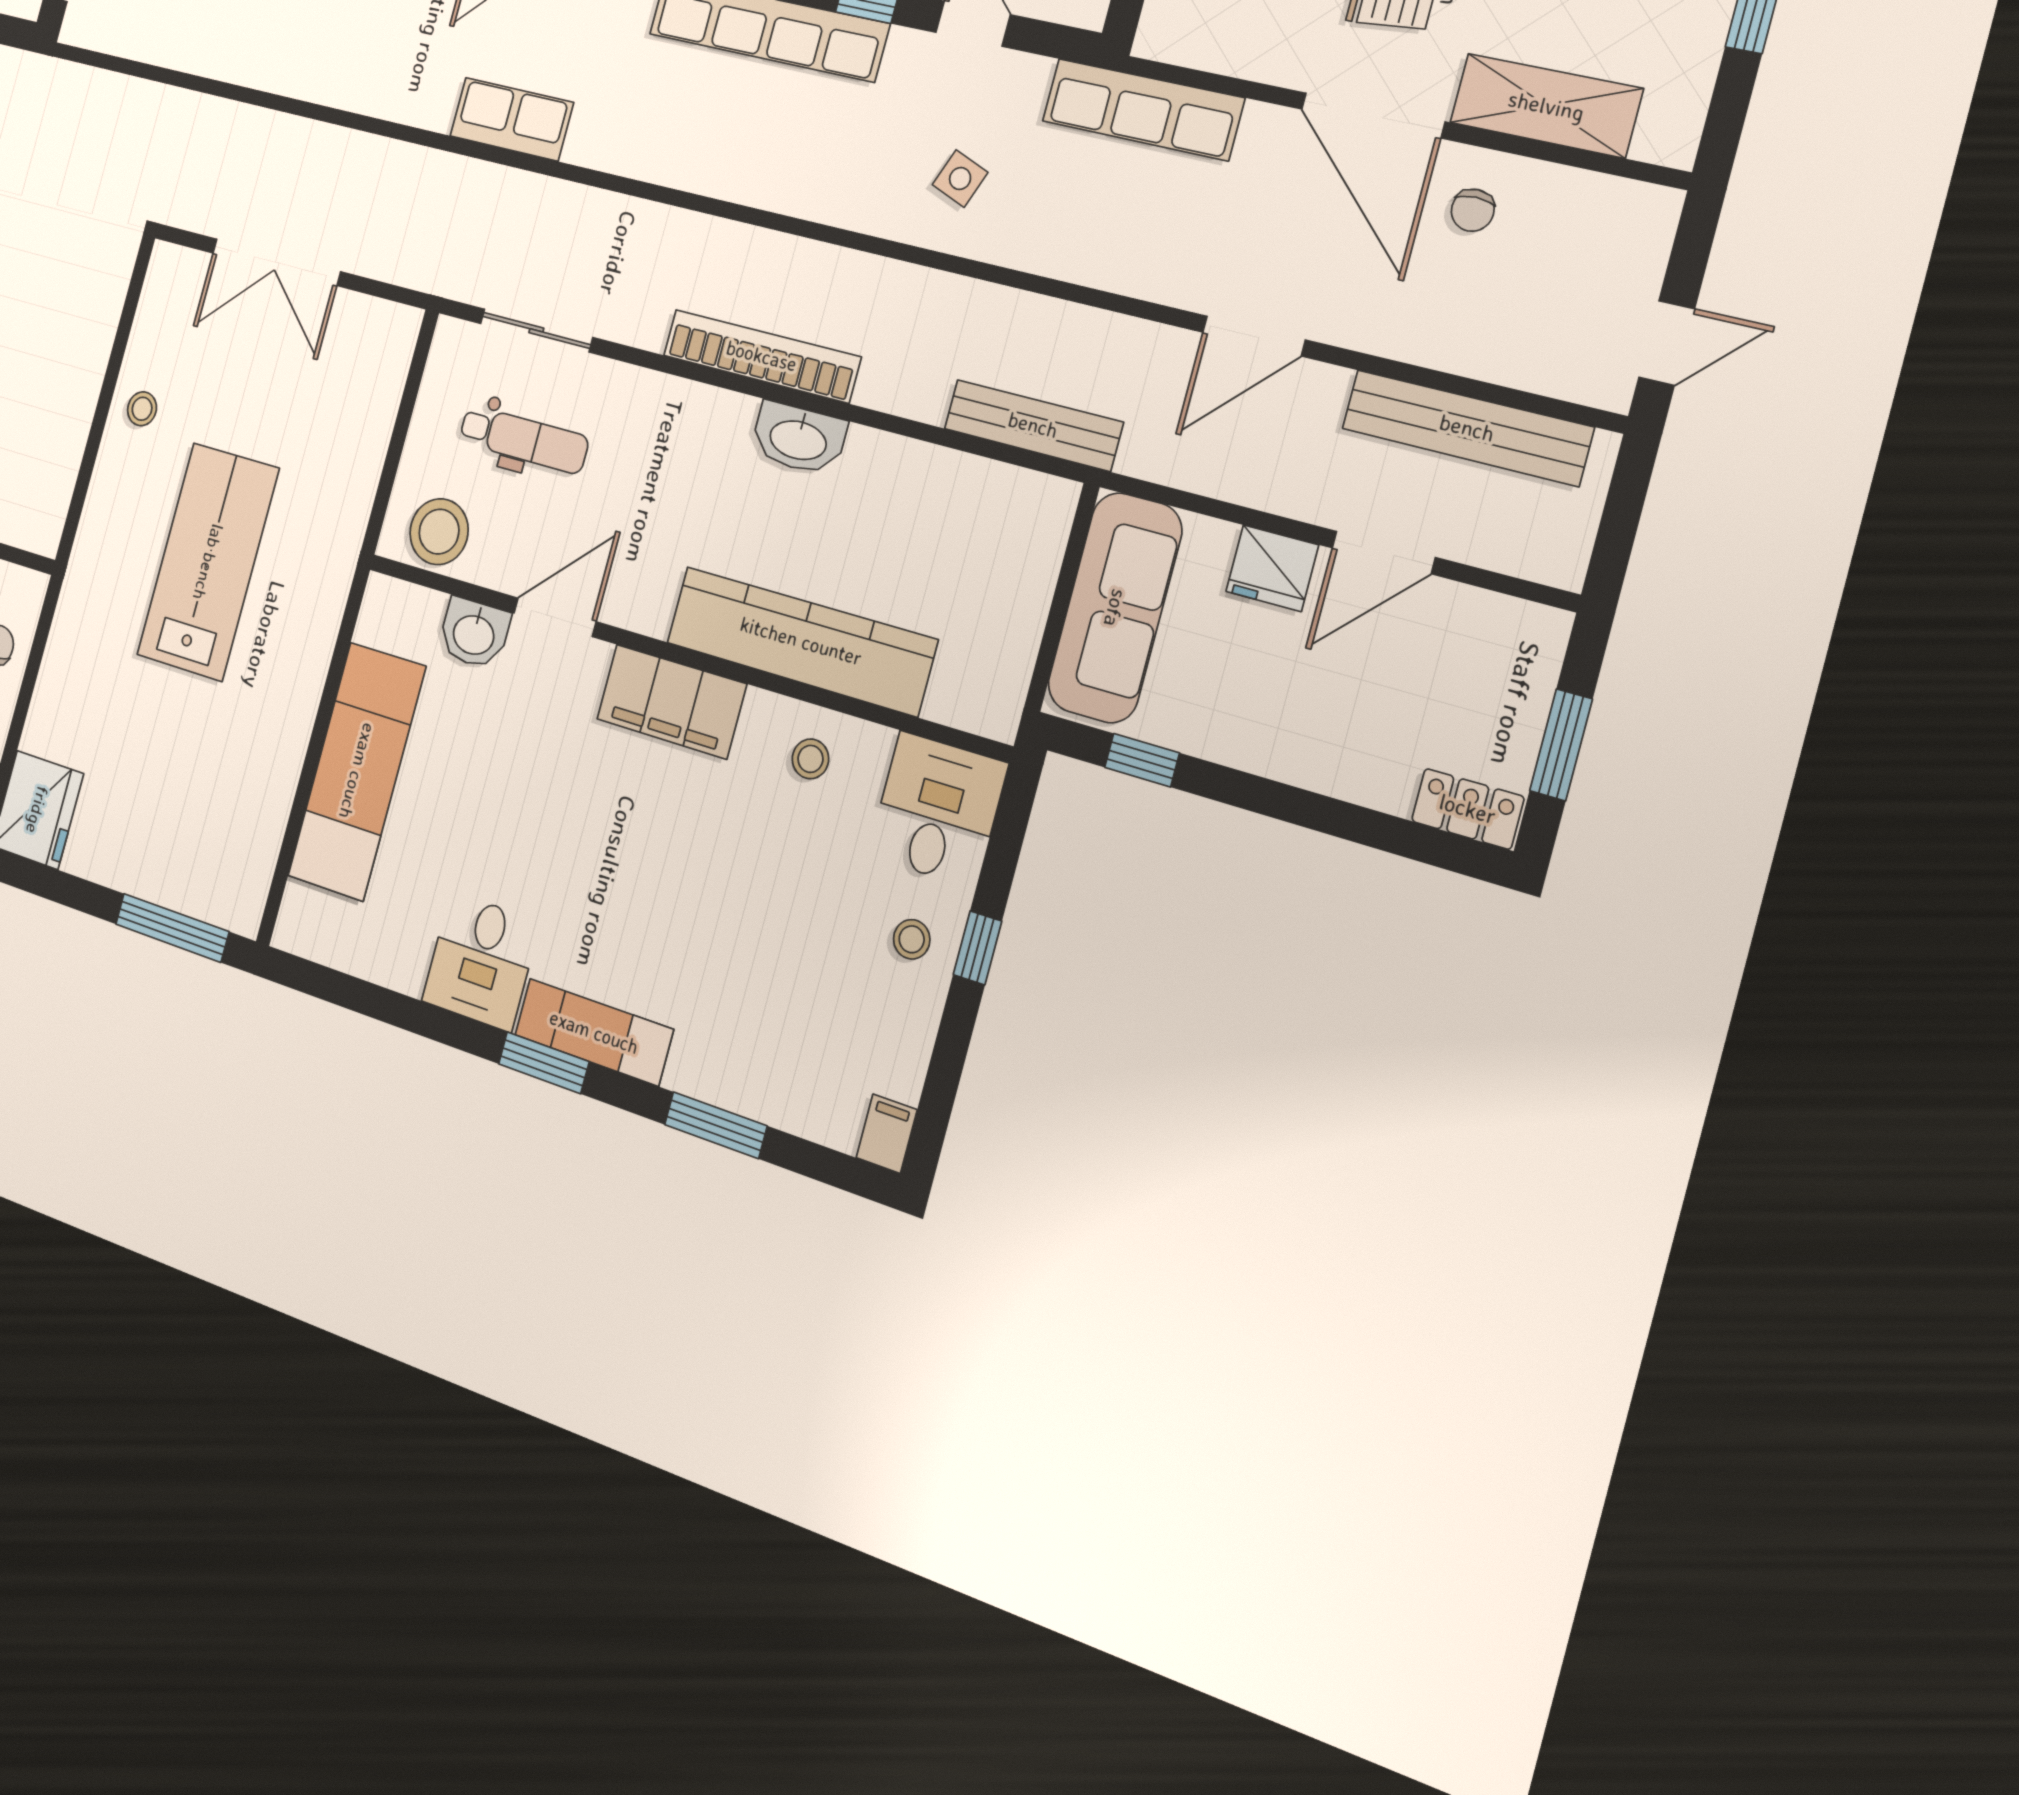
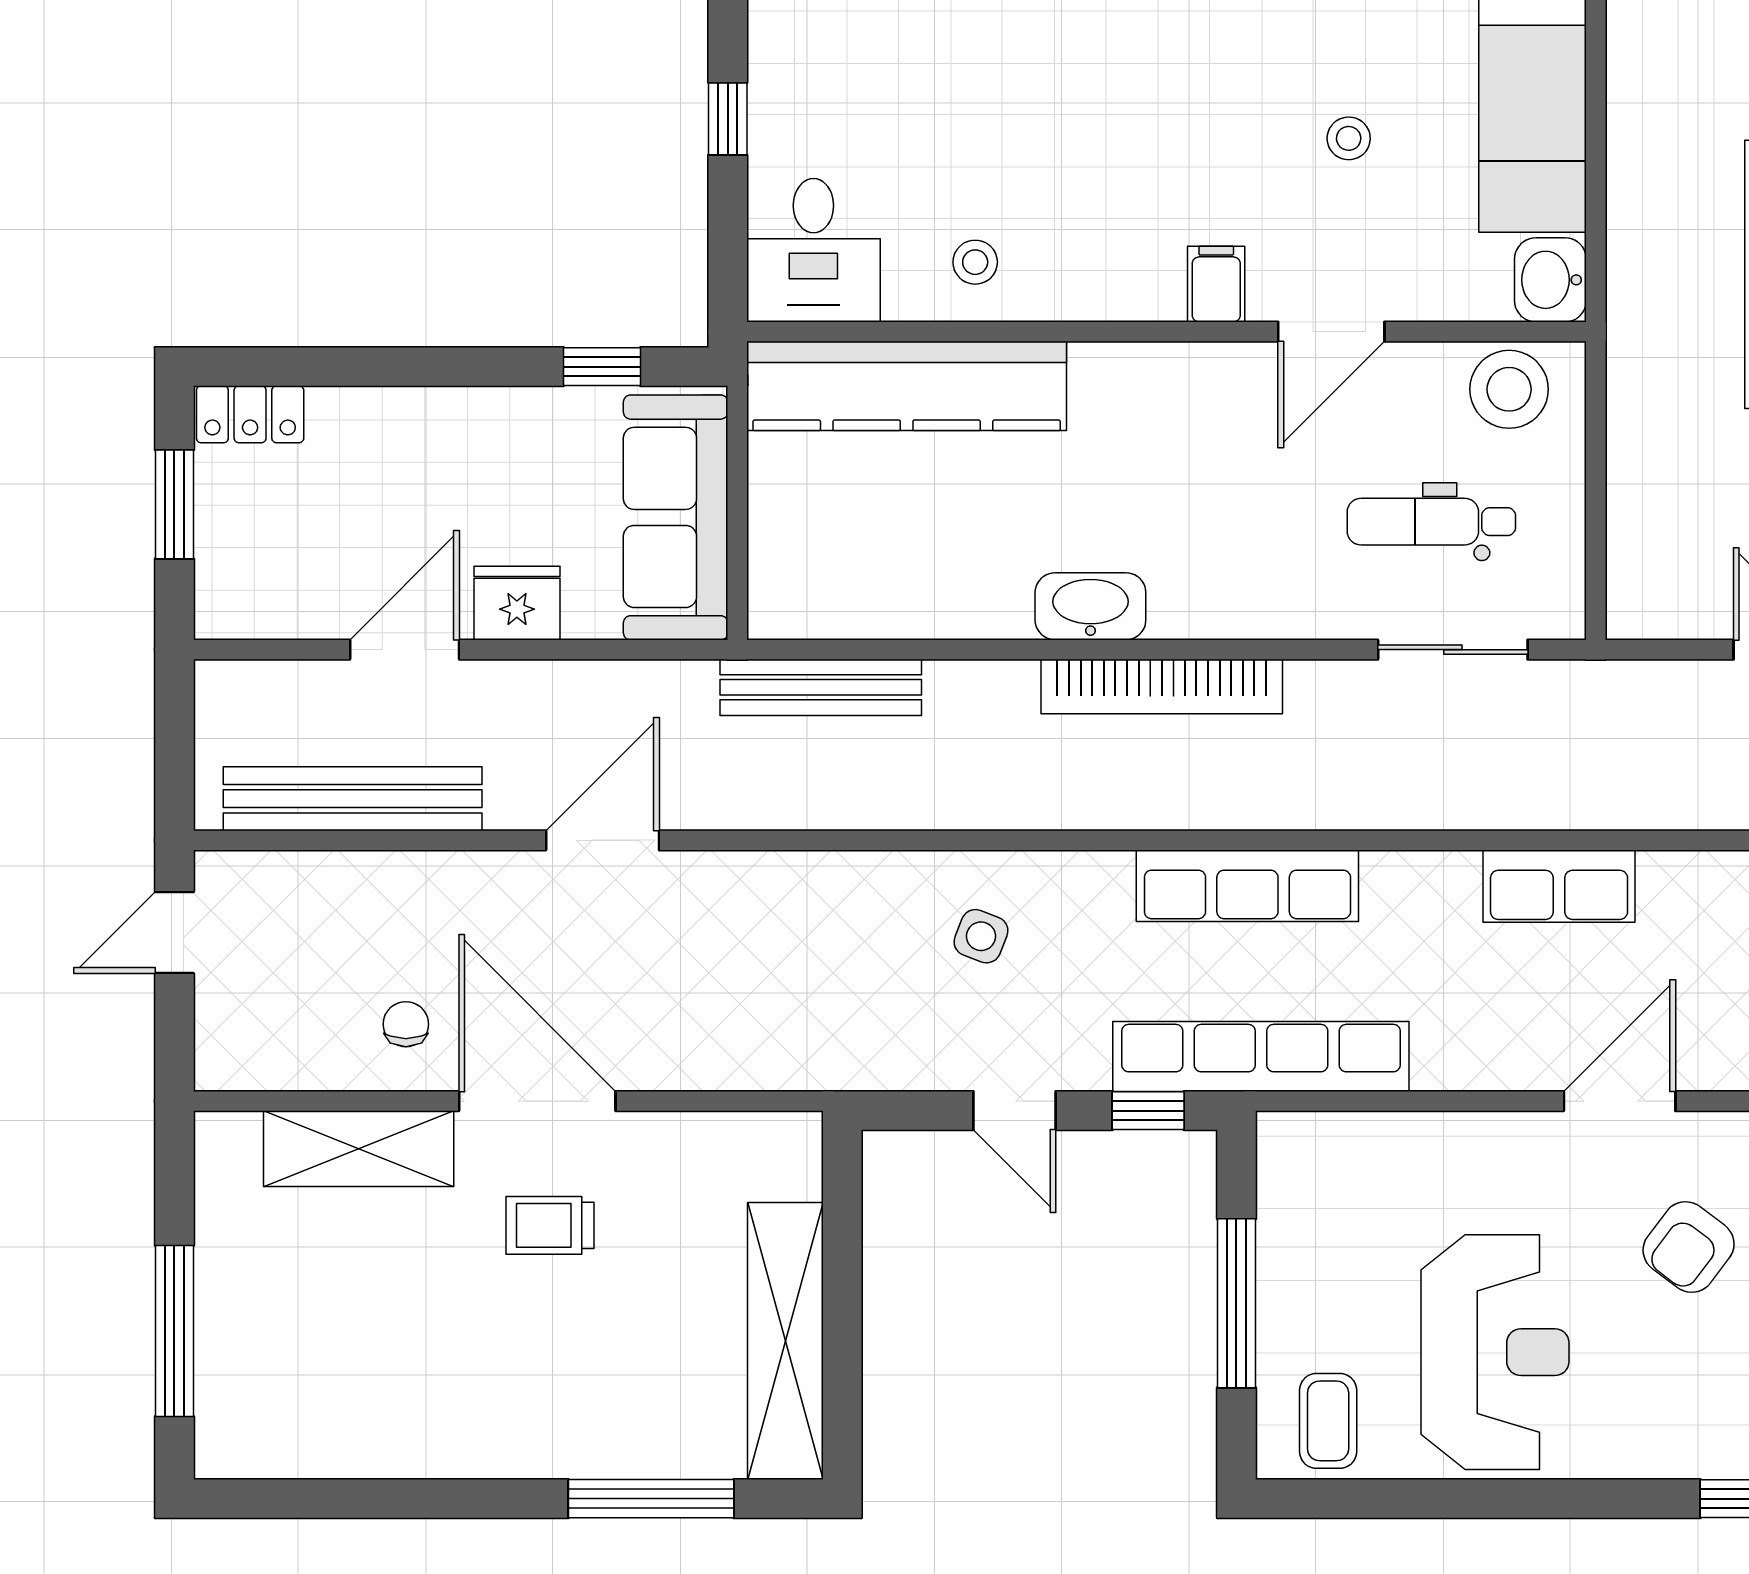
row of seats: (1143, 109) -> (1247, 886), moved, turned 180
washbasin: (474, 633) -> (1550, 280), moved, turned -90
kitchen counter: (801, 641) -> (907, 386), moved
filing cabinet: (671, 702) -> (1216, 284), width x0.33, depth x0.86
stool: (912, 939) -> (1349, 138), moved

